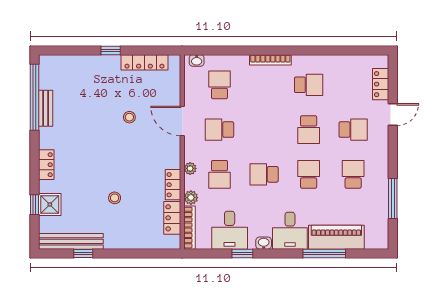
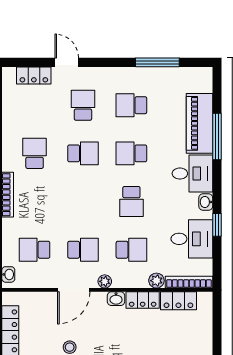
school desk: (219, 130) -> (83, 250), turned -90
washbasin: (174, 160) -> (116, 299), added
plant: (190, 168) -> (105, 281), moved

